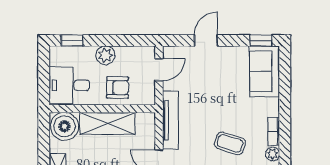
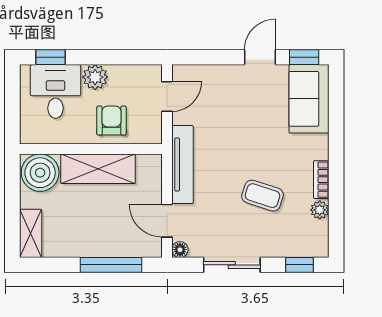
door: (206, 40) -> (260, 57), moved
desk: (69, 85) -> (55, 91), moved, turned 90
armchair: (118, 88) -> (111, 121), turned -90

